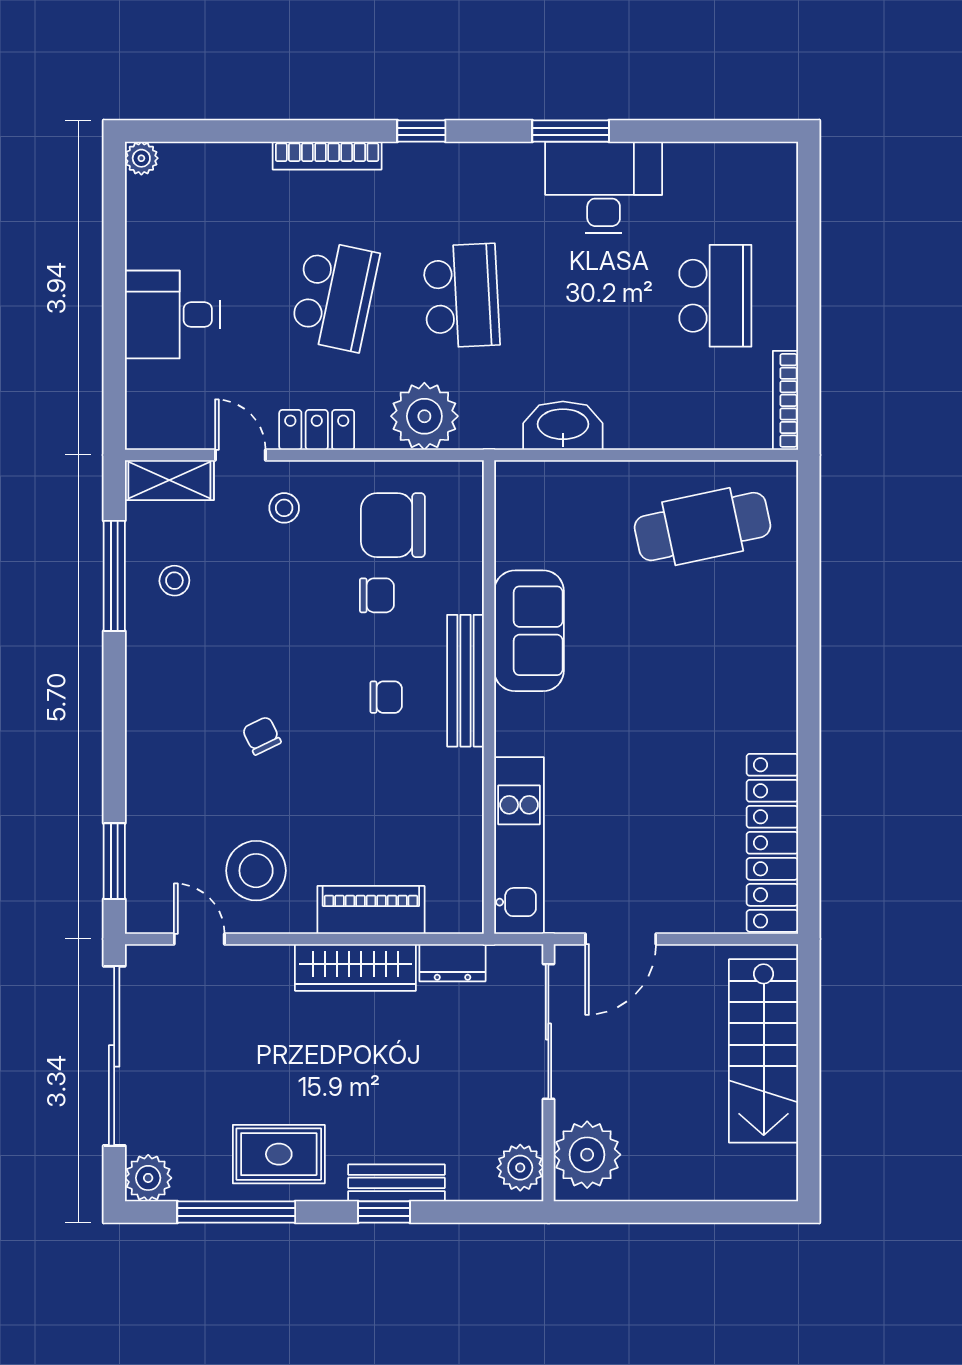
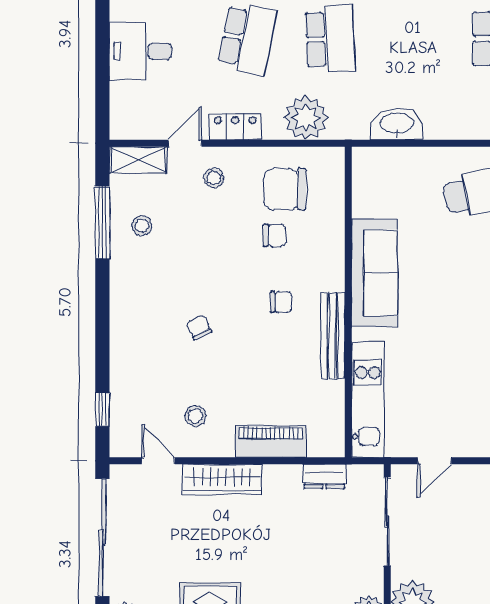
door: (240, 455) -> (185, 143), hinge flipped
sofa: (529, 631) -> (374, 273), width x1.36
bench: (466, 681) -> (333, 336), moved
window: (114, 861) -> (102, 410), width x0.67
stool: (256, 871) -> (195, 416), width x0.53, depth x0.53
door: (621, 939) -> (435, 461), width x0.73
wardrobe: (355, 967) -> (222, 479), moved

